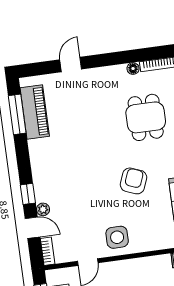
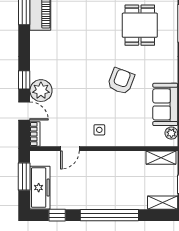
plant: (43, 209) -> (41, 91), width x1.88, depth x1.88
side table: (117, 237) -> (99, 130), width x0.54, depth x0.54

